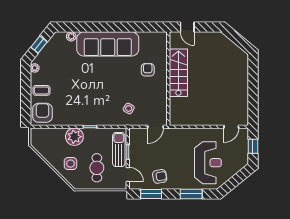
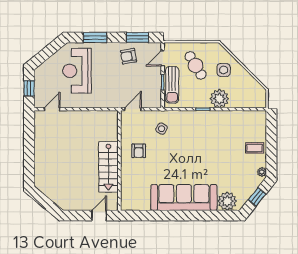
door: (187, 27) -> (99, 216), hinge flipped
plant: (71, 36) -> (227, 201), width x1.88, depth x1.88
armchair: (148, 70) -> (139, 151), moved
armchair: (42, 113) -> (253, 124), removed
cafe table: (97, 168) -> (196, 65), turned -31
door: (128, 174) -> (163, 58), hinge flipped

